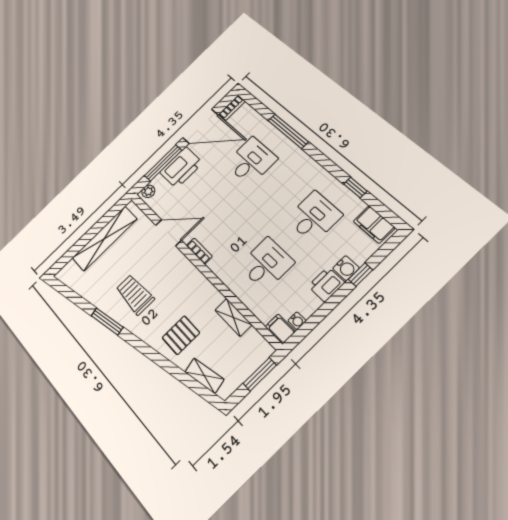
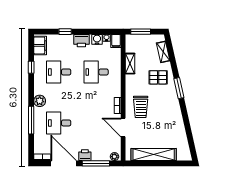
plant: (301, 161) -> (40, 101), added
printer: (181, 167) -> (85, 155), width x0.53, depth x0.68
water cooler: (346, 268) -> (97, 39), moved
trolley: (135, 294) -> (141, 107), moved
window: (107, 321) -> (179, 88), moved

